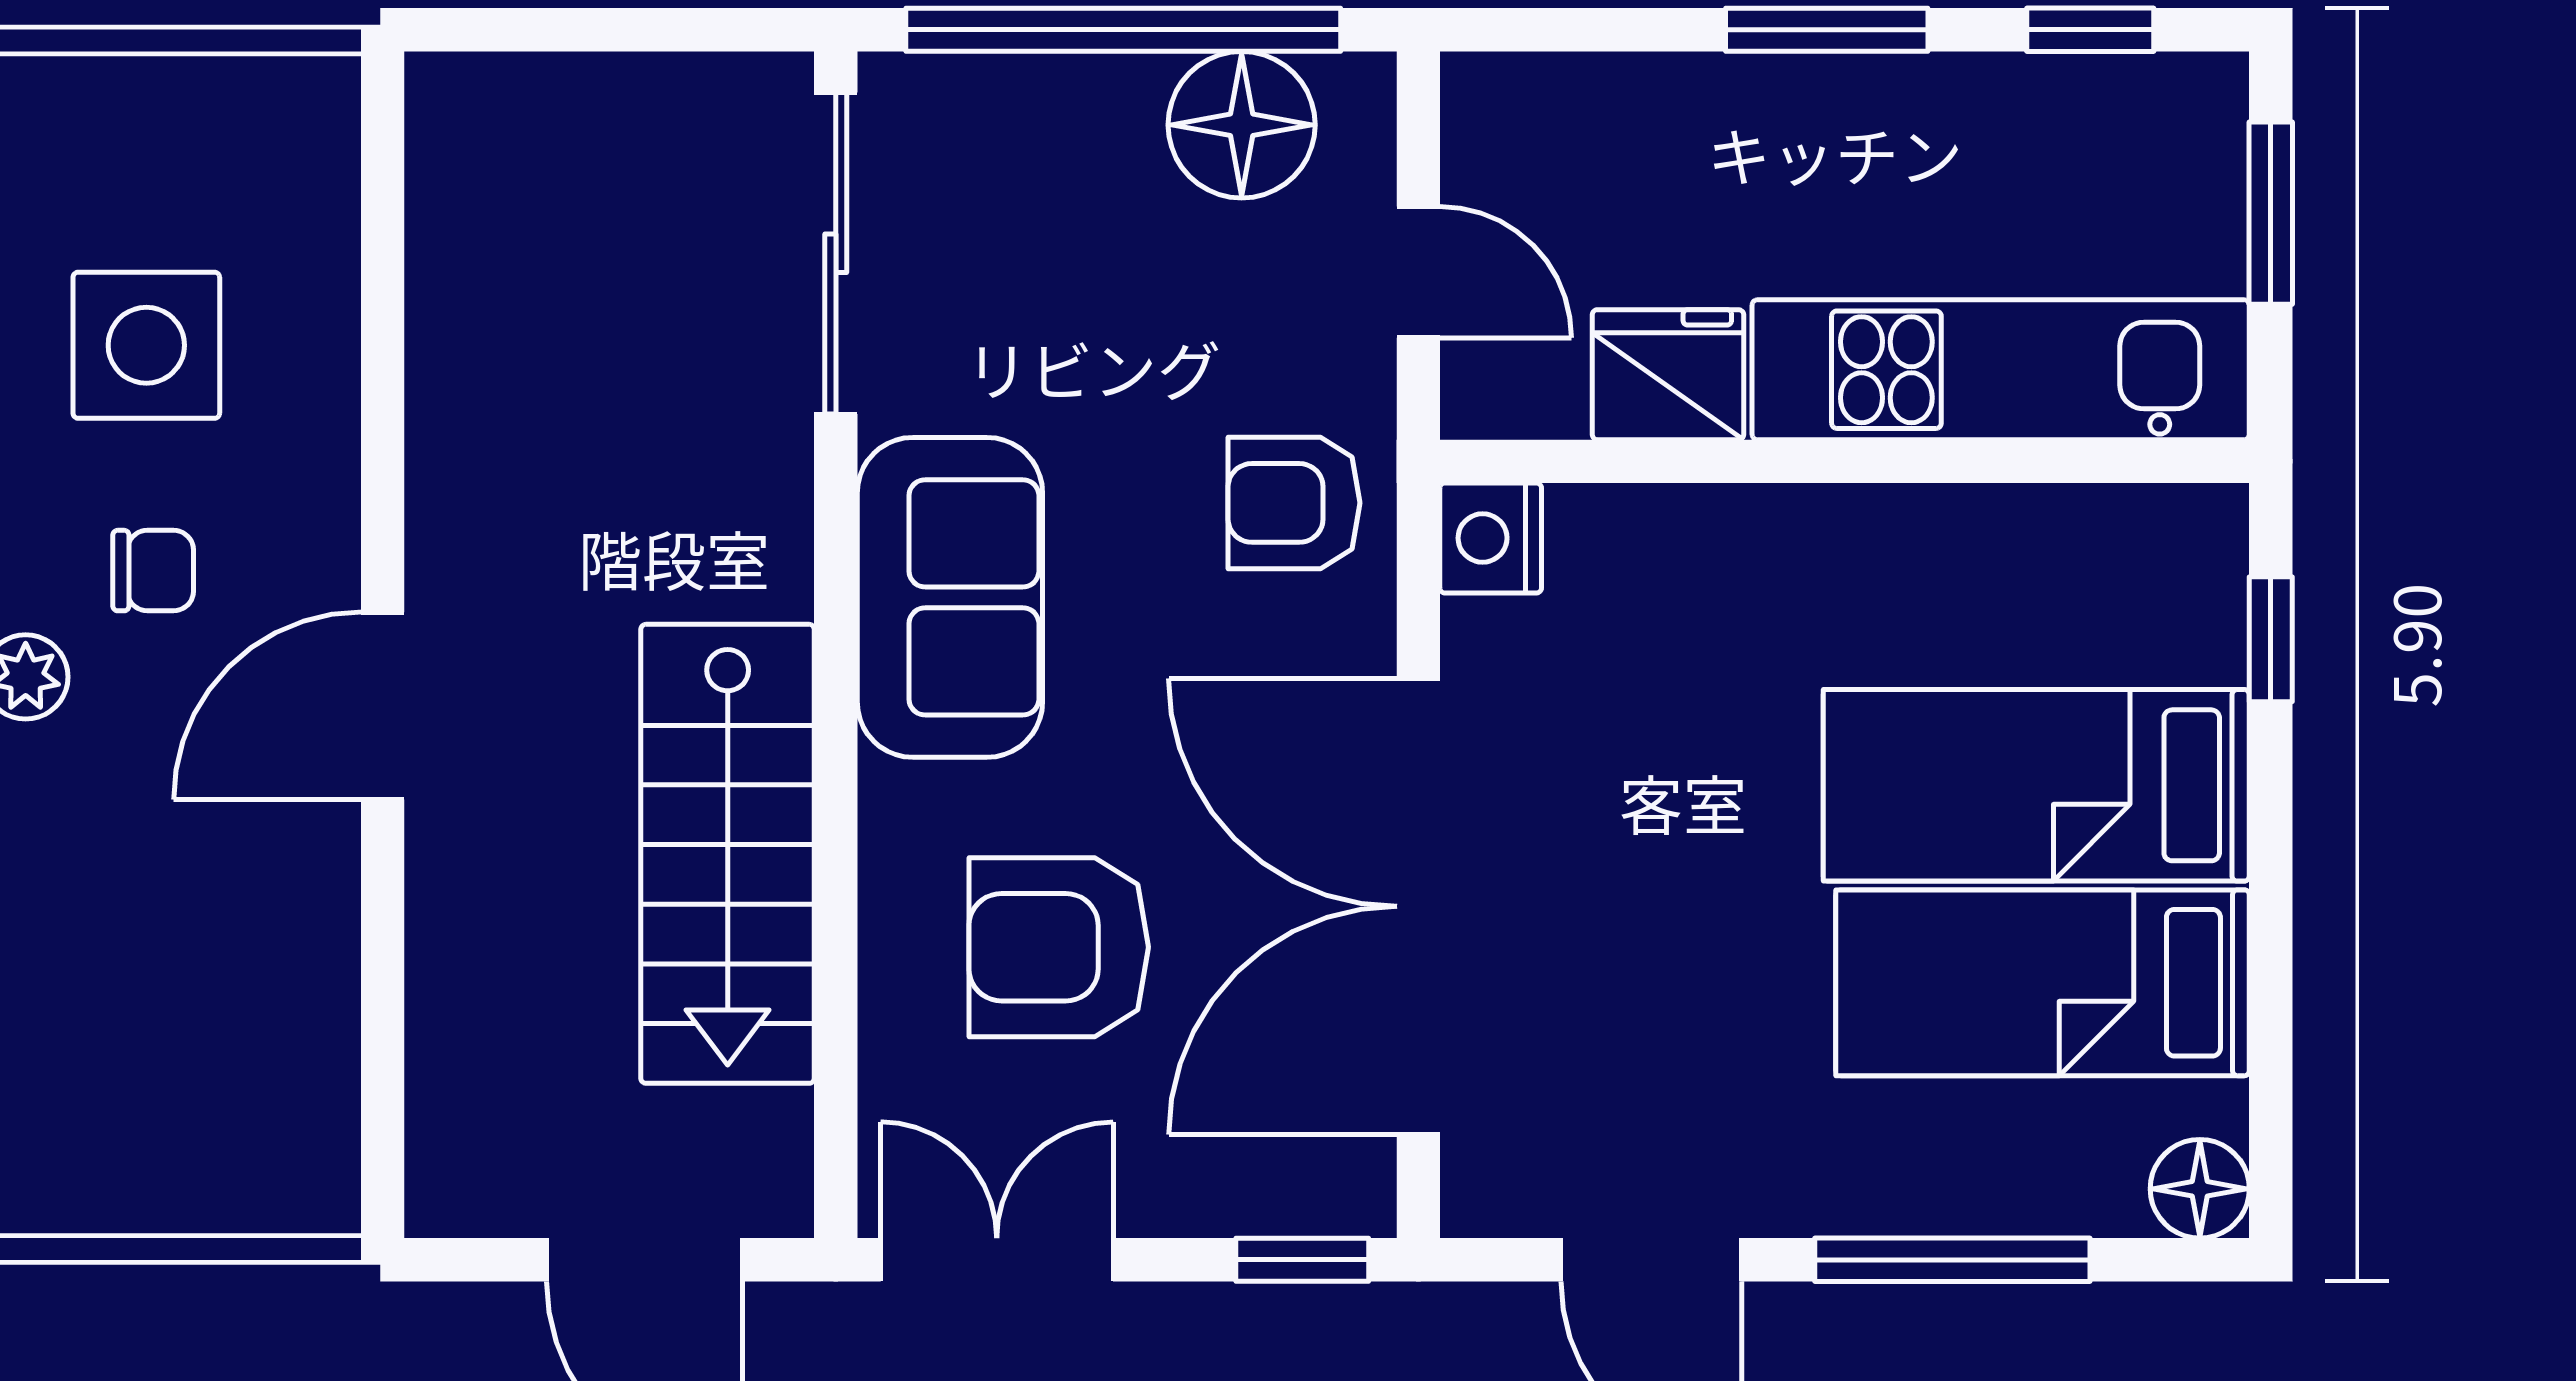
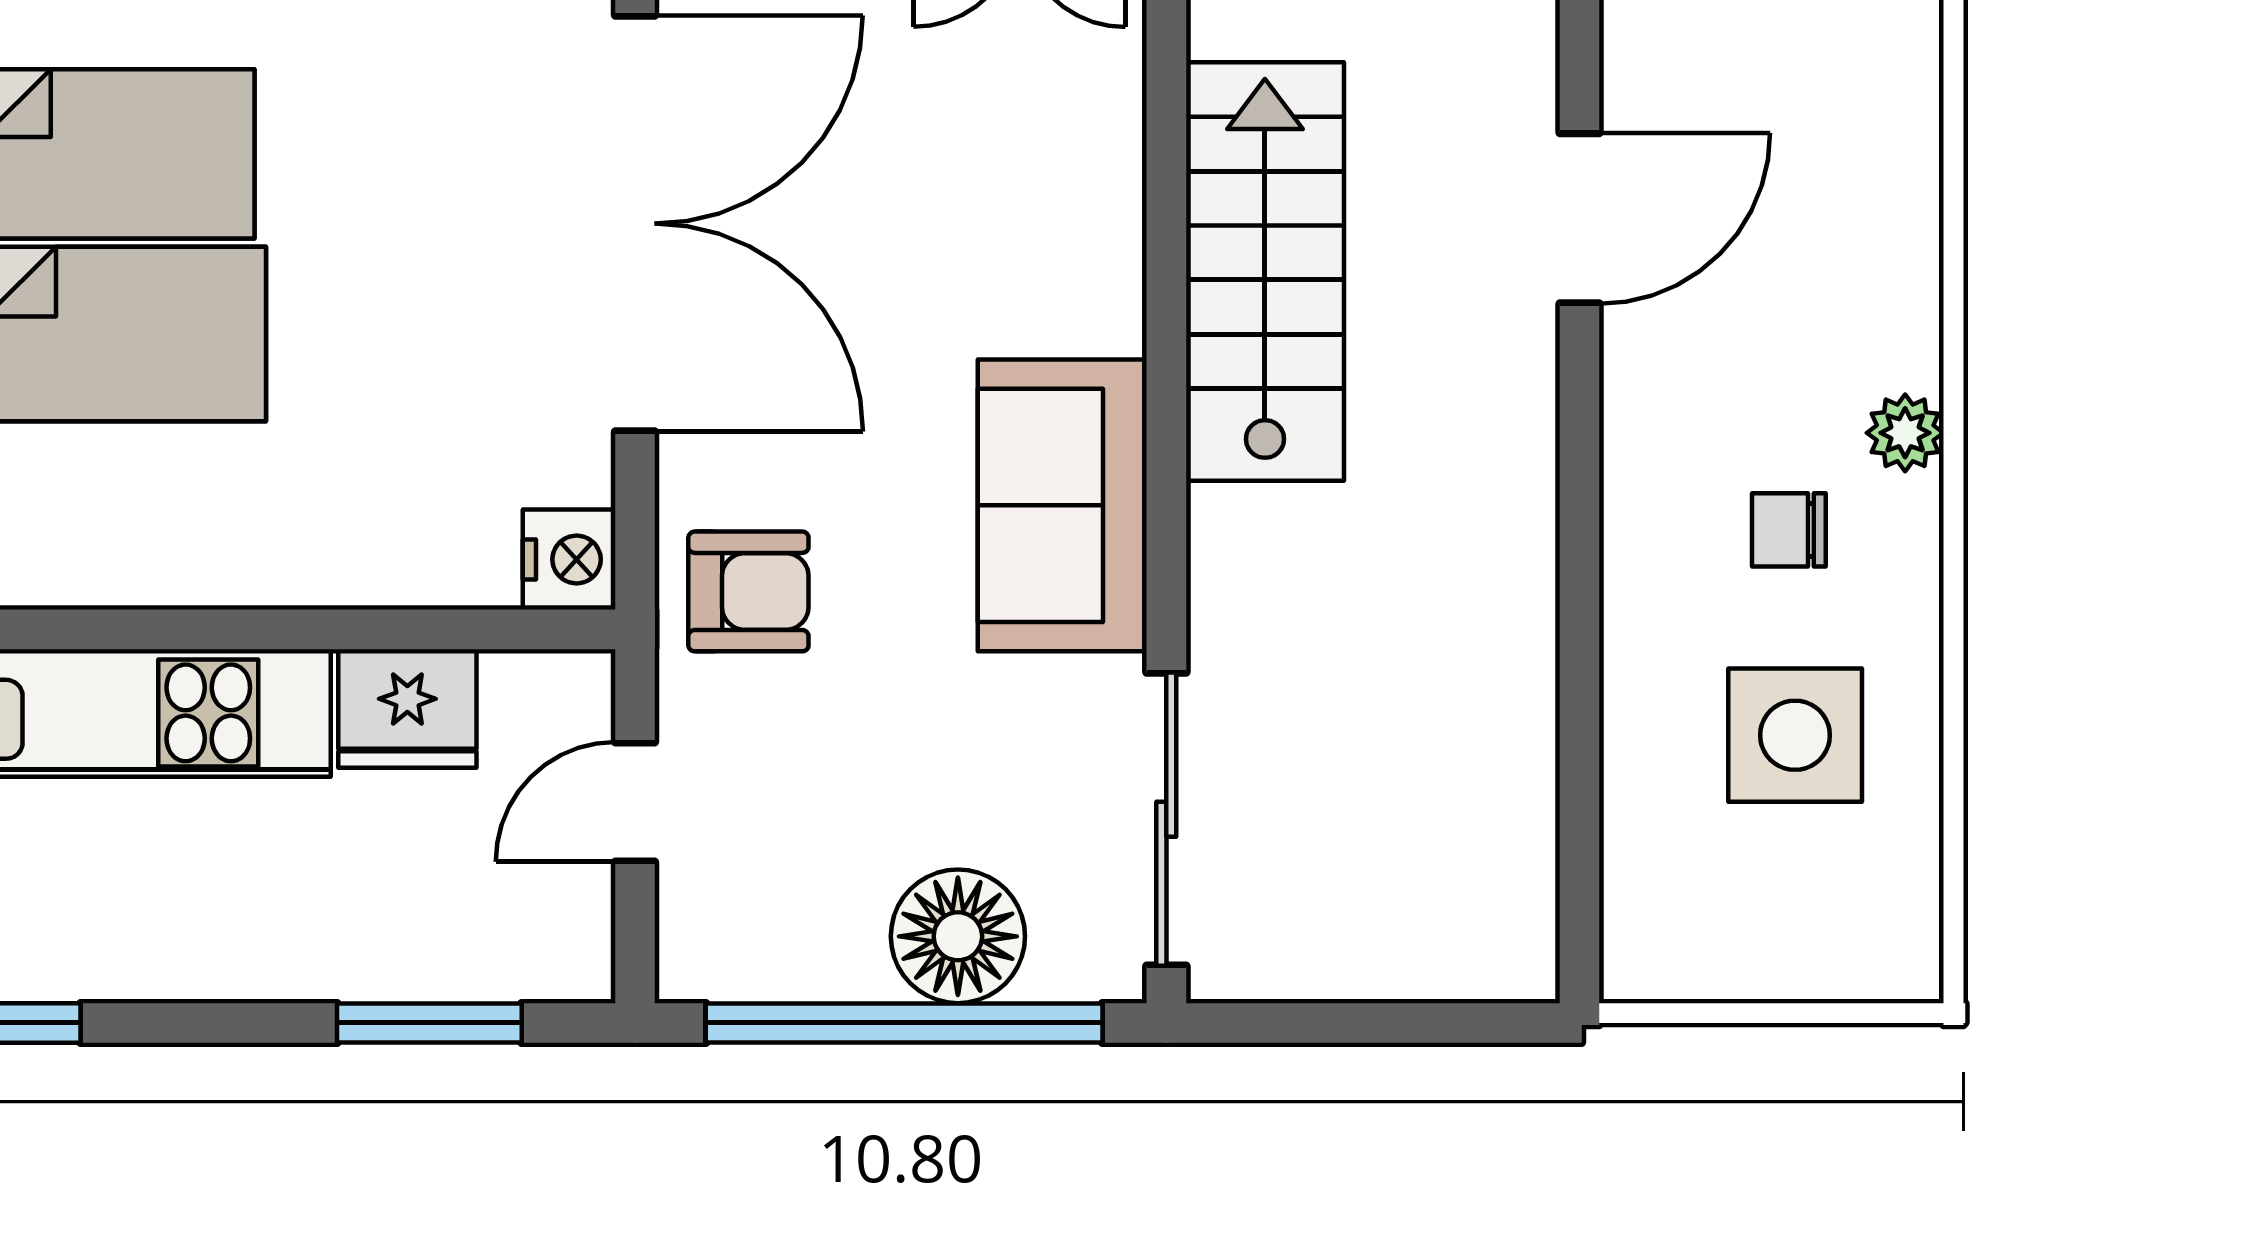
window: (1827, 30) -> (429, 1023), moved
floor lamp: (1242, 125) -> (958, 936), moved
door: (1418, 272) -> (635, 802), hinge flipped
door: (383, 706) -> (1580, 218), moved
armchair: (1059, 947) -> (963, 186), removed

